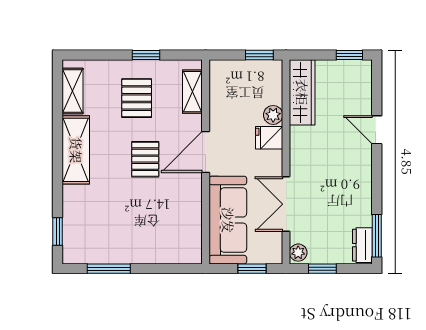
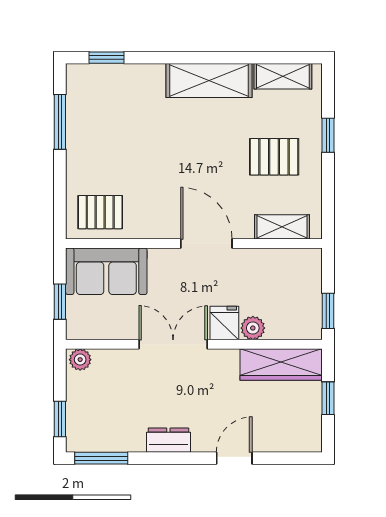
window: (146, 55) -> (328, 135), moved
window: (349, 55) -> (328, 398), moved
pallet: (145, 159) -> (100, 212), moved
double door: (286, 204) -> (173, 344), moved
sofa: (228, 220) -> (106, 271), width x0.73
dresser: (362, 245) -> (168, 440), moved
window: (322, 269) -> (60, 419), moved

